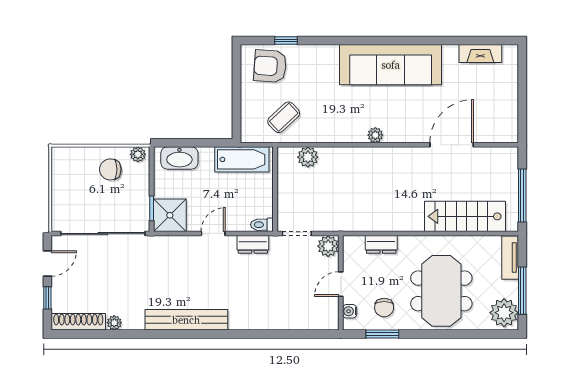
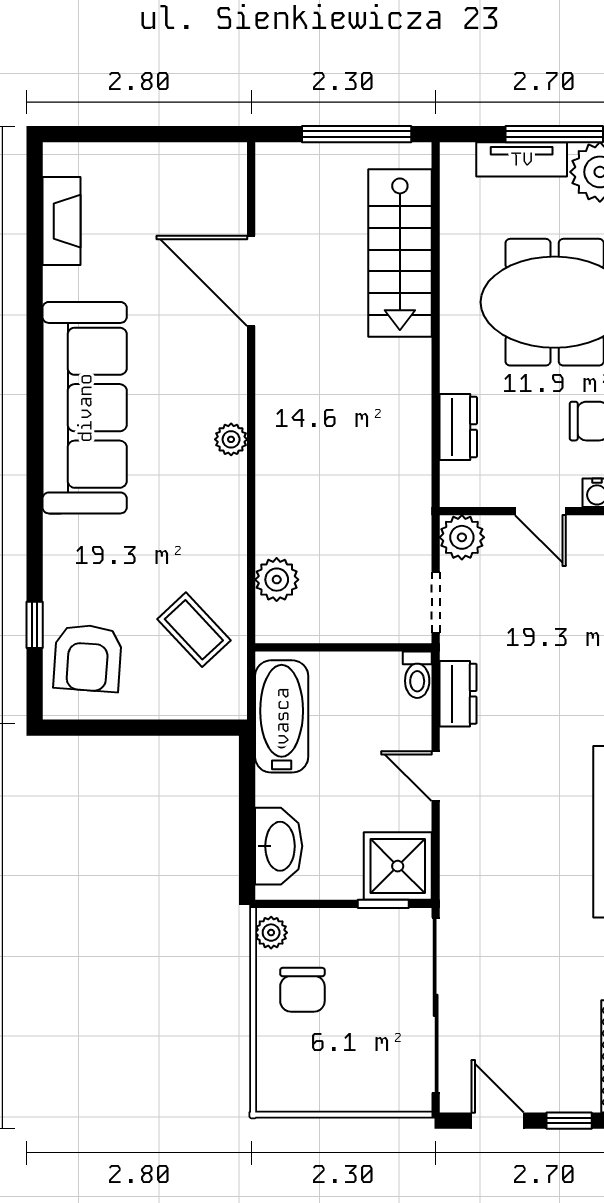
tv unit: (510, 258) -> (522, 159), moved

